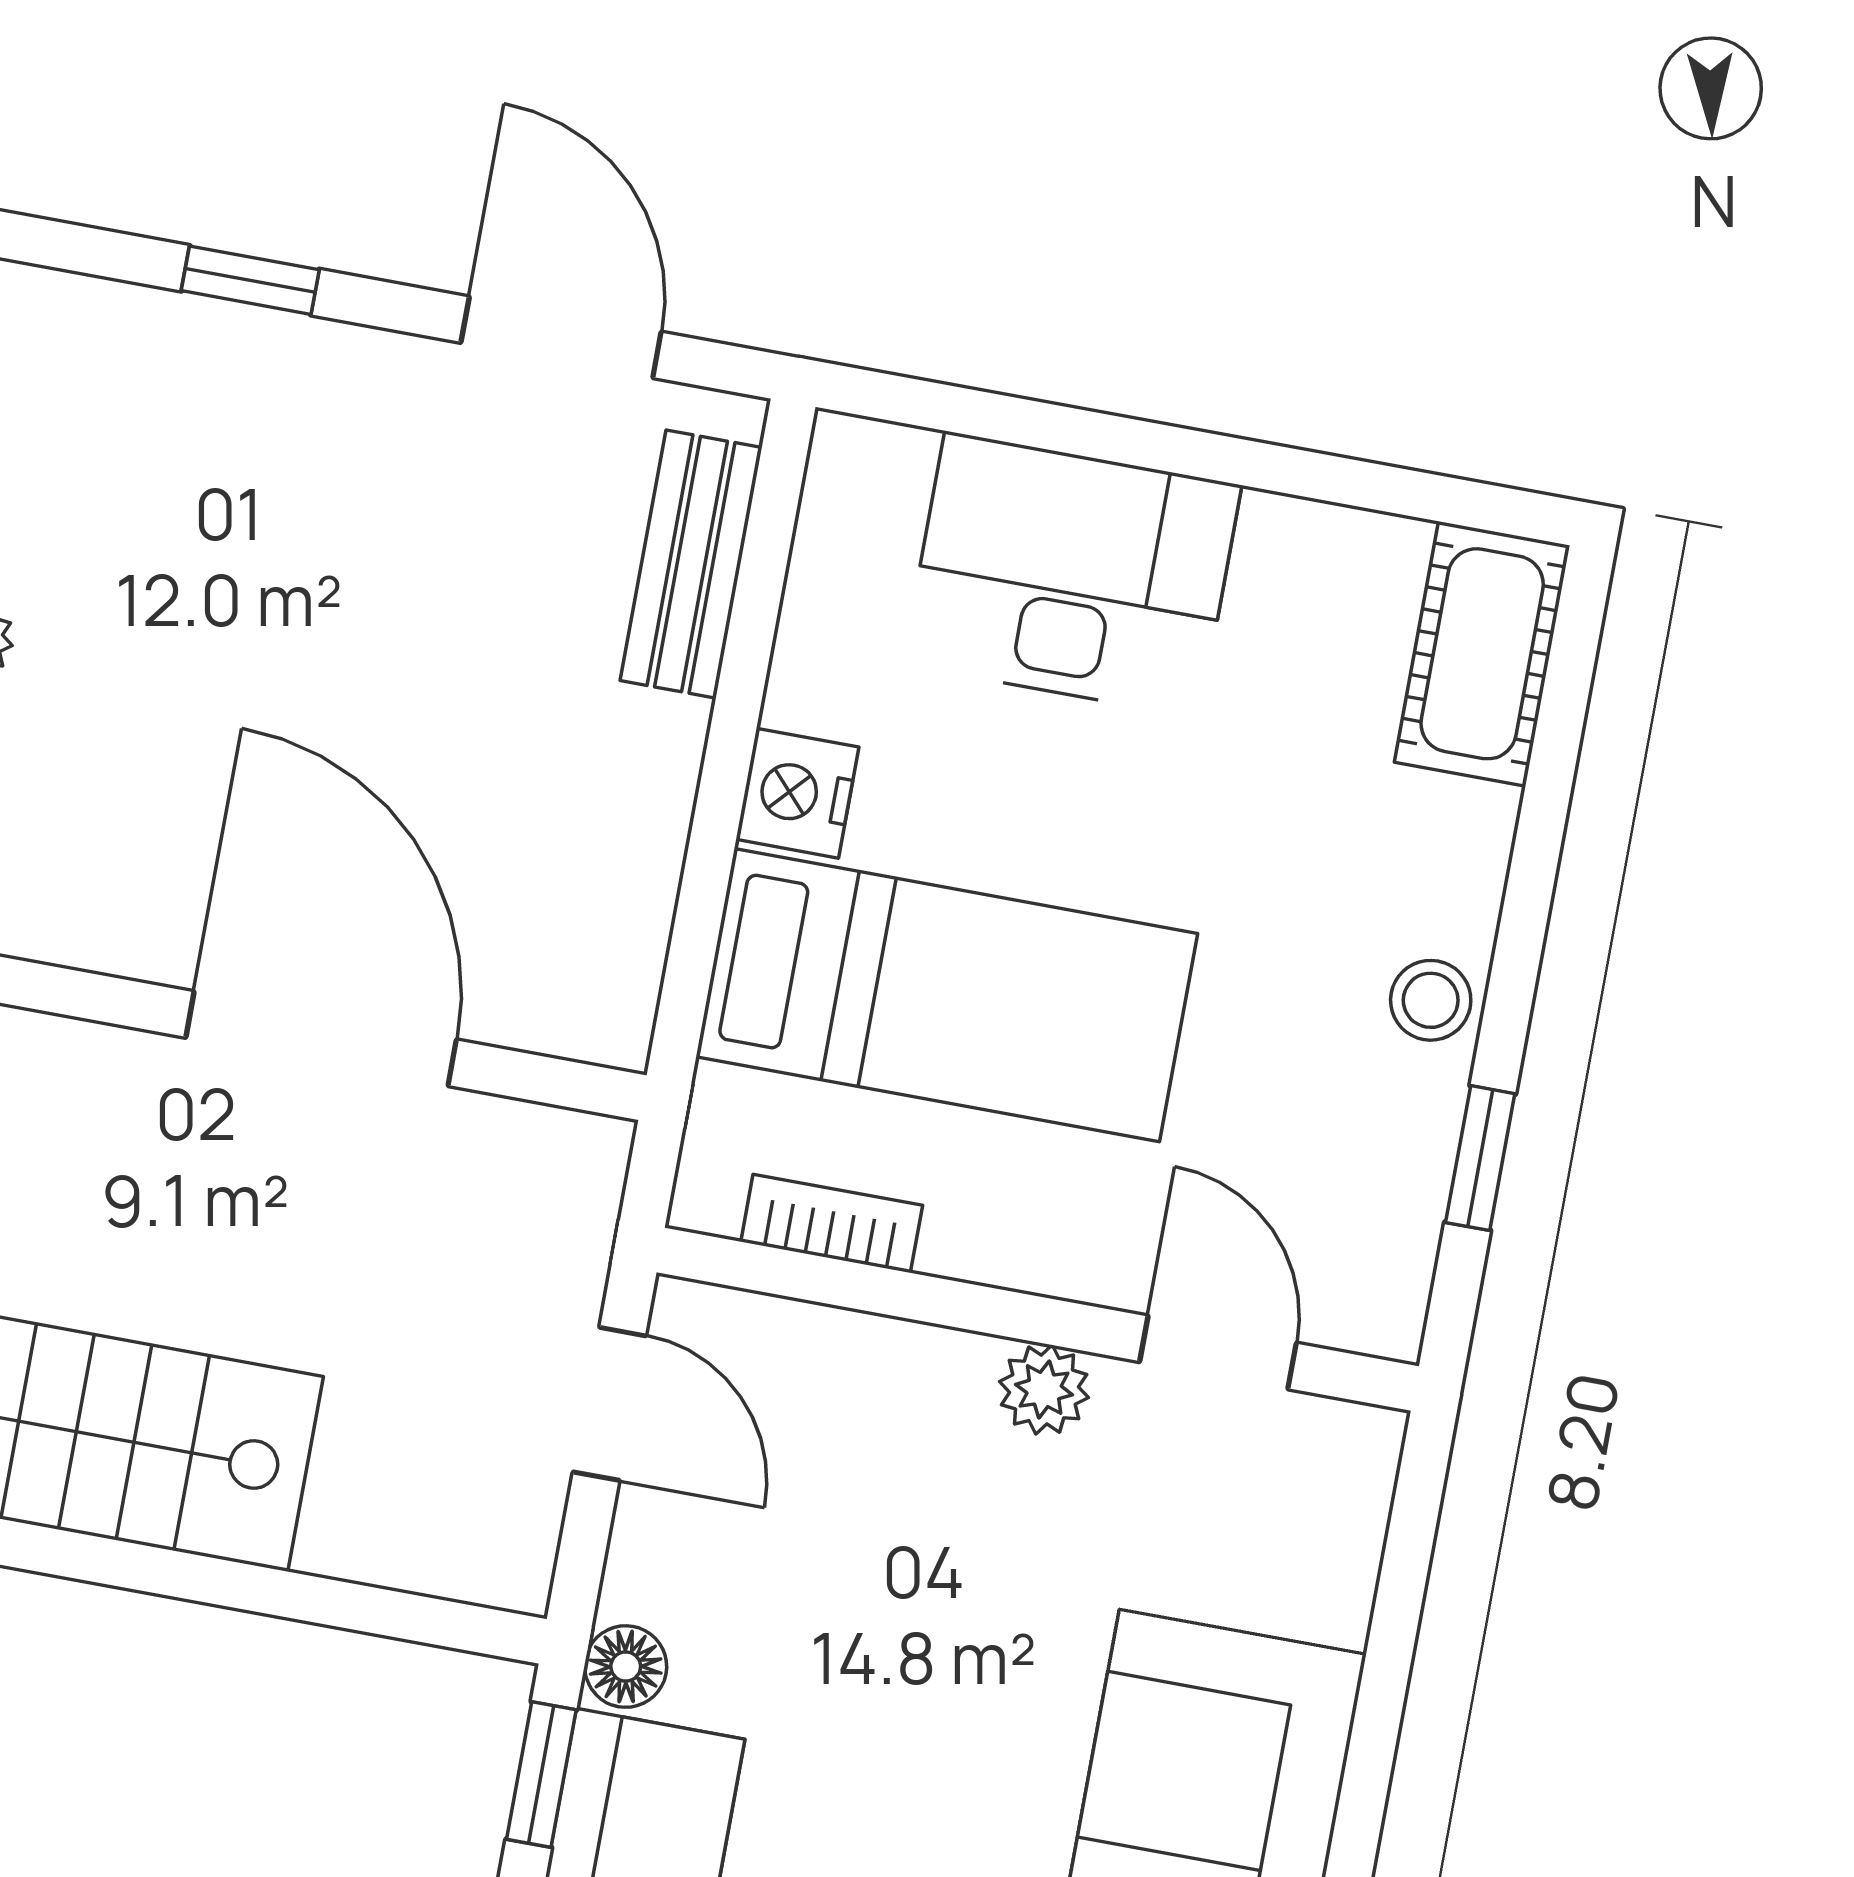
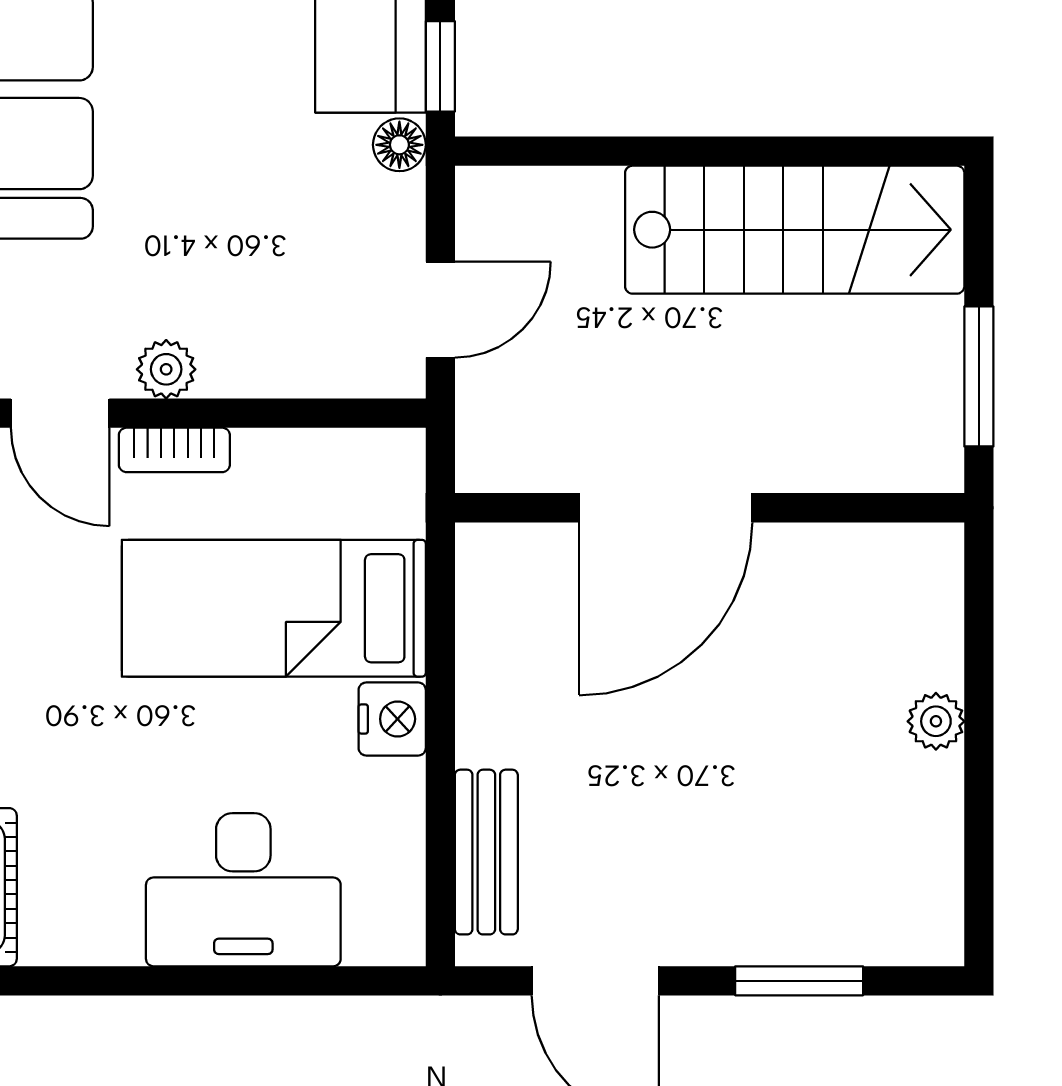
window: (250, 280) -> (799, 981), width x1.50
door: (321, 1039) -> (666, 508), hinge flipped
bookcase: (832, 1224) -> (174, 450), moved
door: (609, 1404) -> (440, 310), swing flipped

